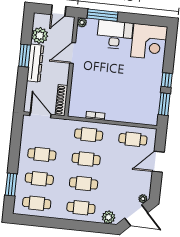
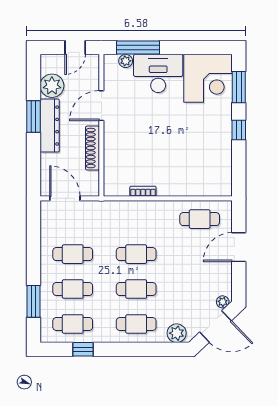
plant: (82, 22) -> (126, 61), moved
shoe rack: (61, 100) -> (92, 148), moved
window: (164, 104) -> (239, 87), moved
cafe table: (89, 135) -> (136, 219), removed
window: (42, 222) -> (83, 349), added

